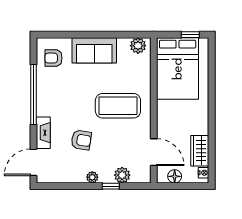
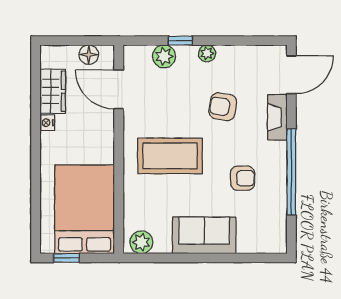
armchair: (54, 58) -> (243, 178), moved
nightstand: (204, 173) -> (47, 123), moved

